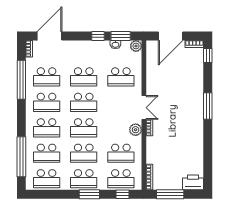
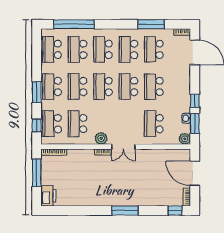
window: (21, 80) -> (151, 24), width x0.68

